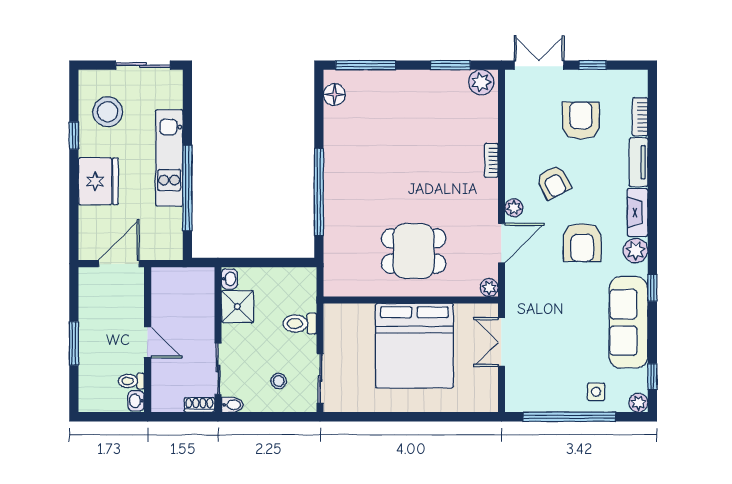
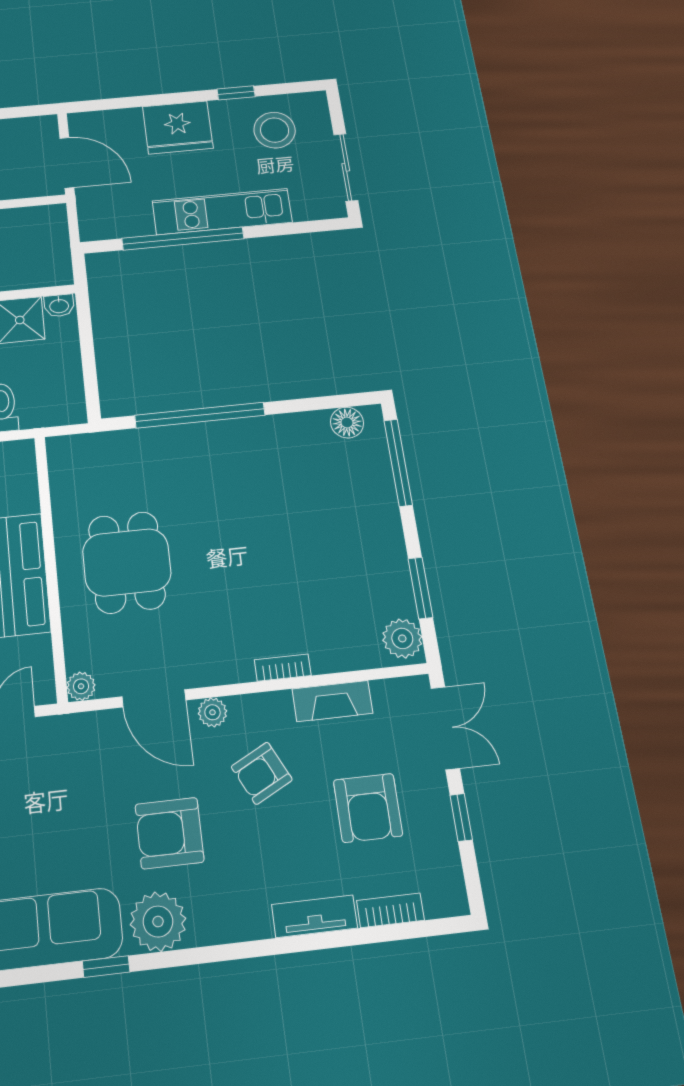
armchair: (581, 121) -> (368, 808), turned 90
fireplace: (638, 213) -> (332, 701), moved, turned 180
plant: (636, 251) -> (158, 922), width x1.36, depth x1.36

